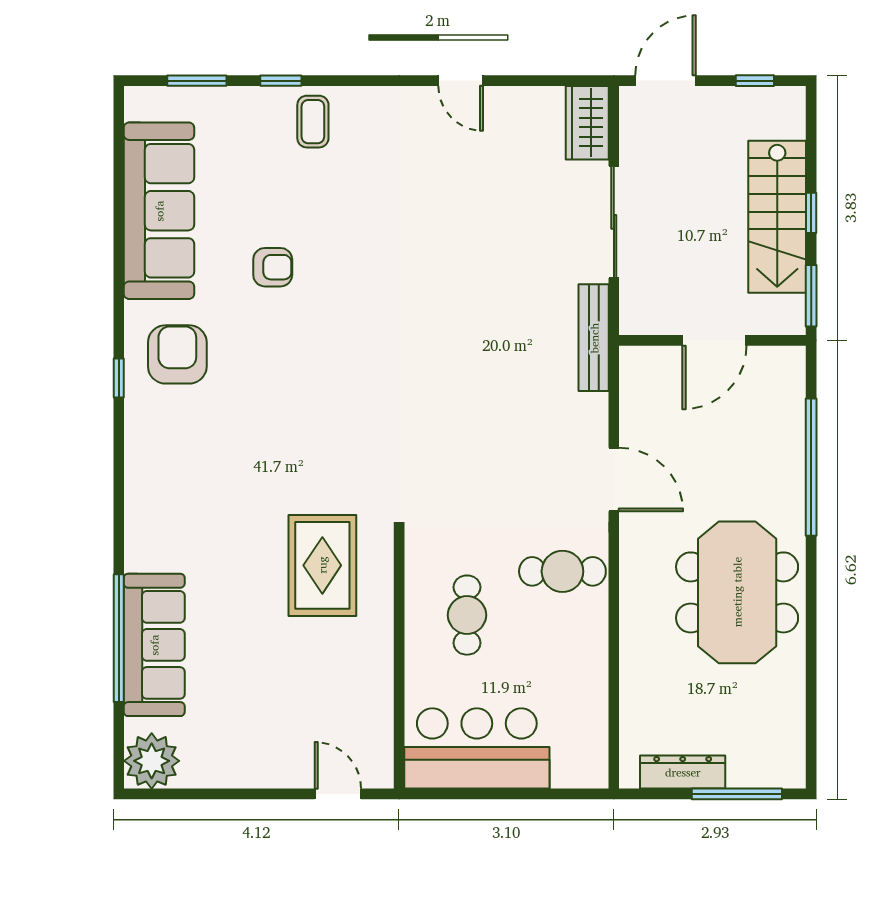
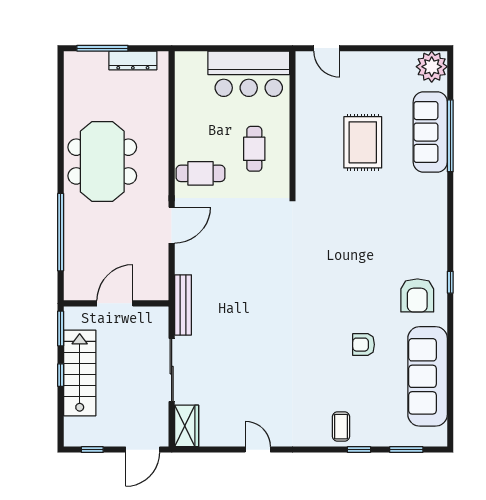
door: (614, 480) -> (172, 225), swing flipped
rug: (322, 565) -> (363, 142), moved

